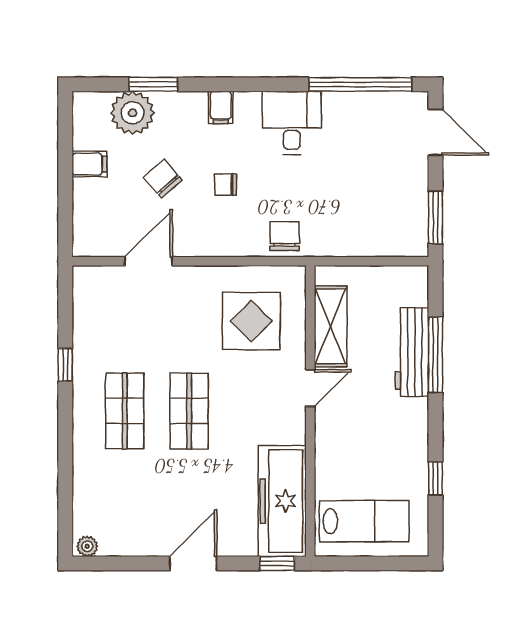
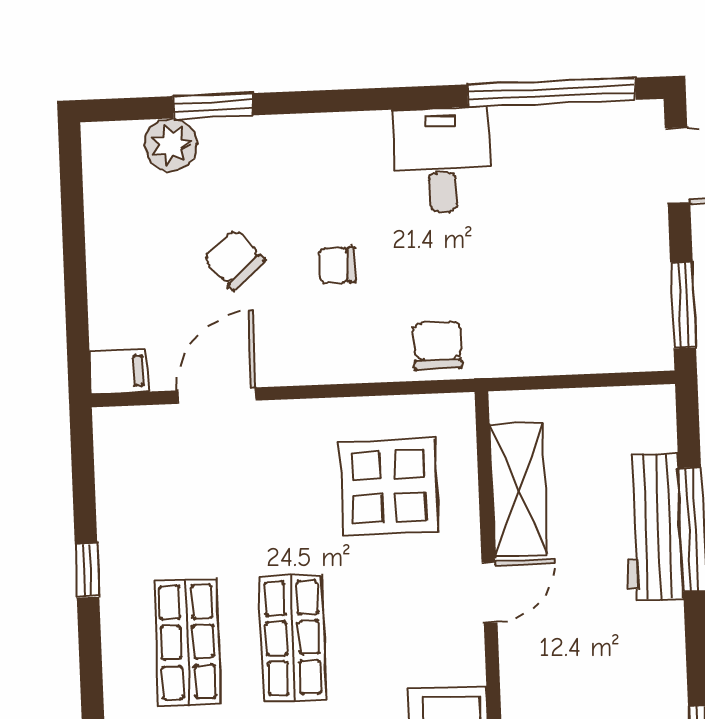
filing cabinet: (221, 107) -> (324, 139), removed
plant: (132, 113) -> (171, 145), width x0.73, depth x0.73
filing cabinet: (89, 164) -> (119, 372), moved

